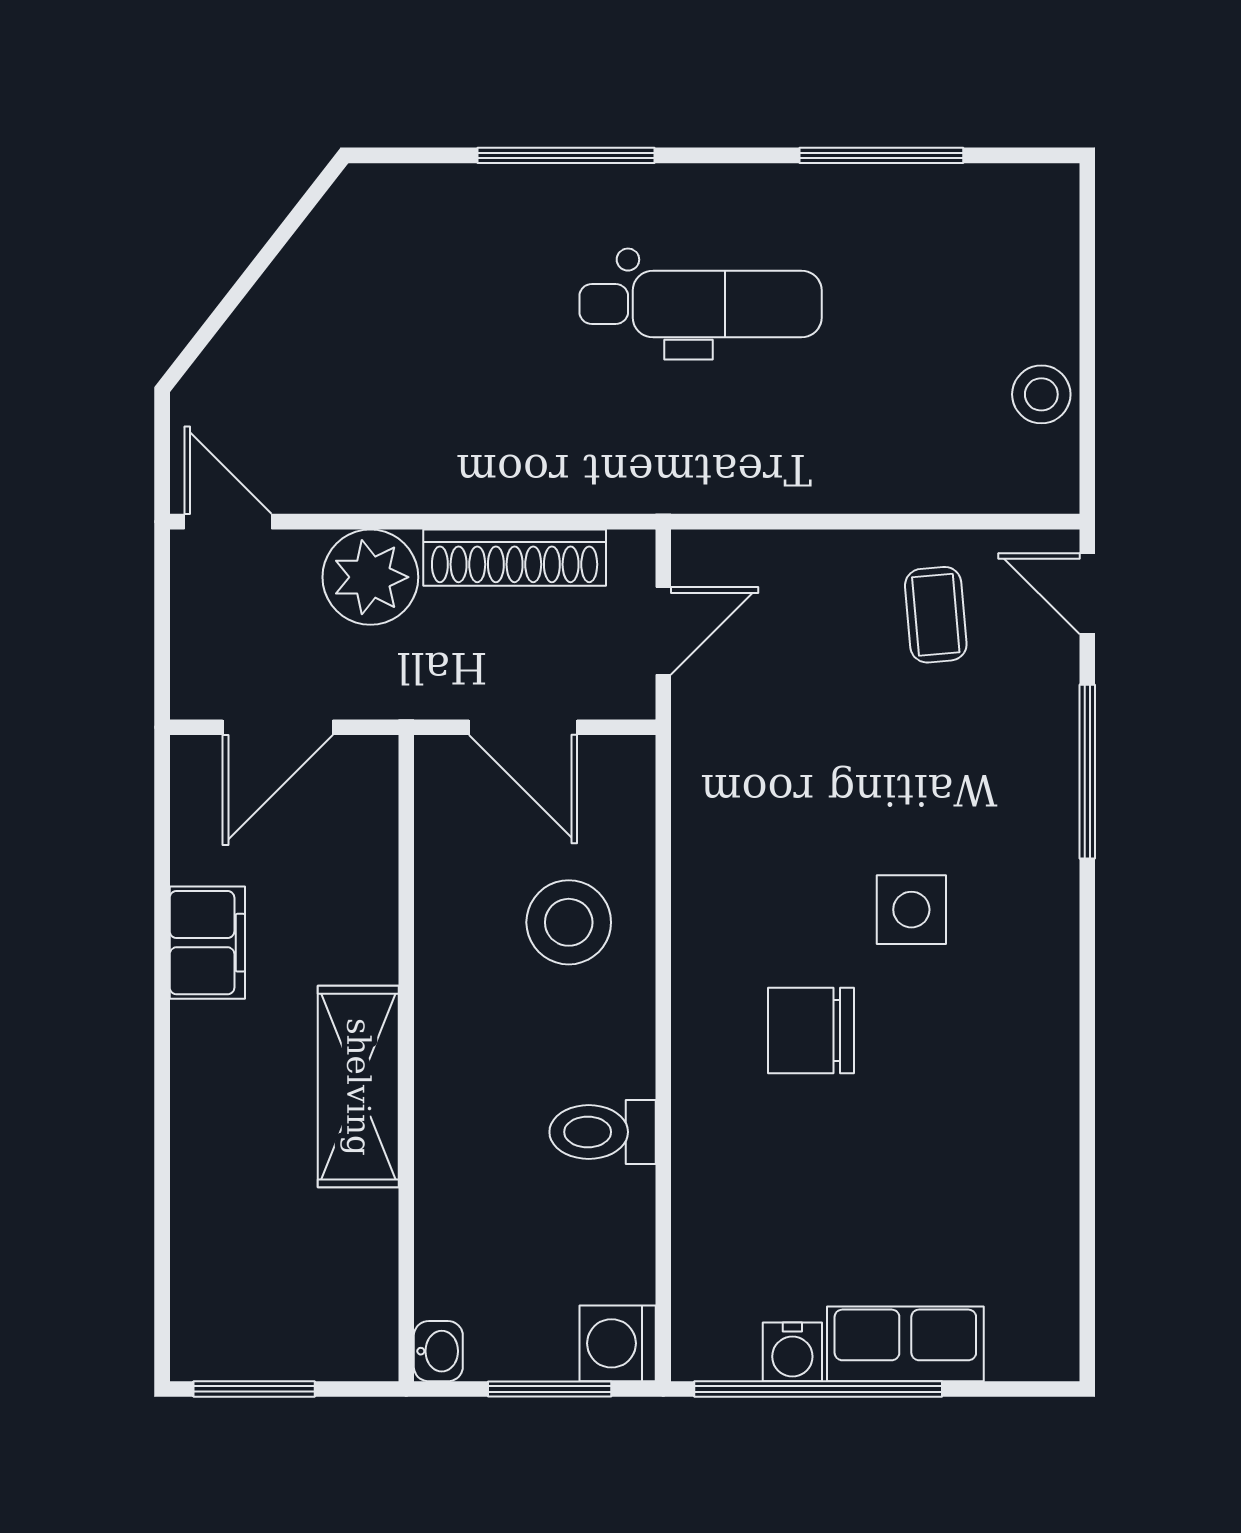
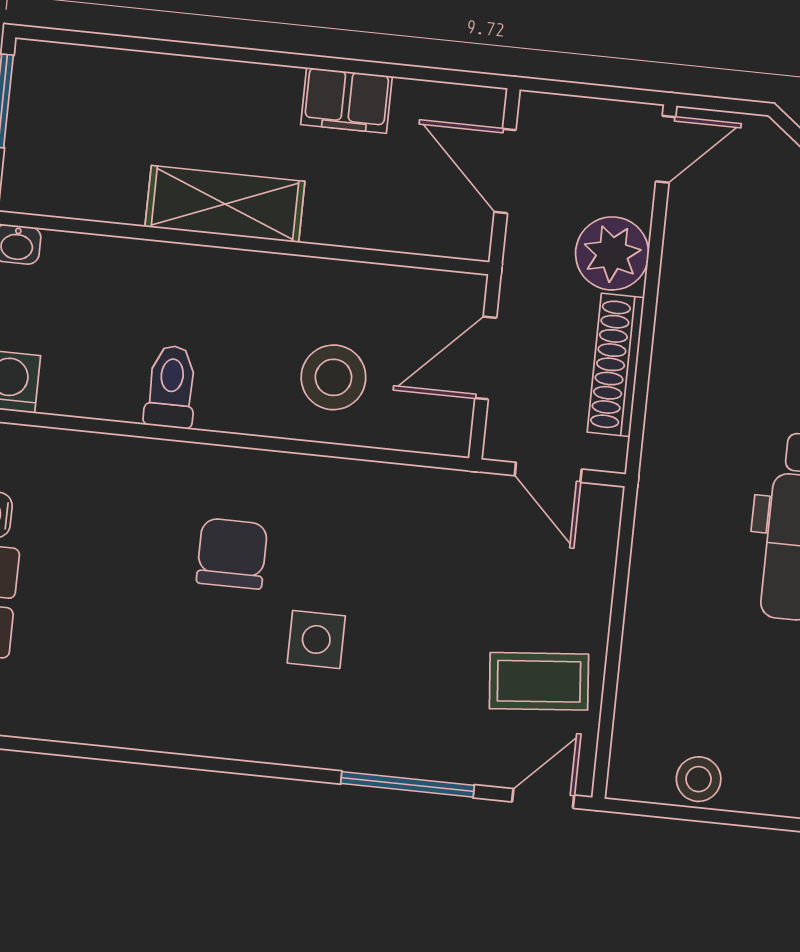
coffee table: (936, 615) -> (539, 681), width x1.36, depth x1.30

